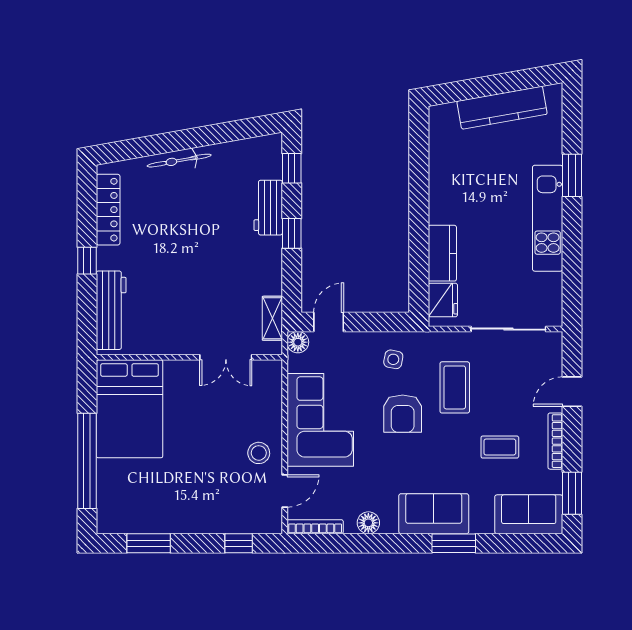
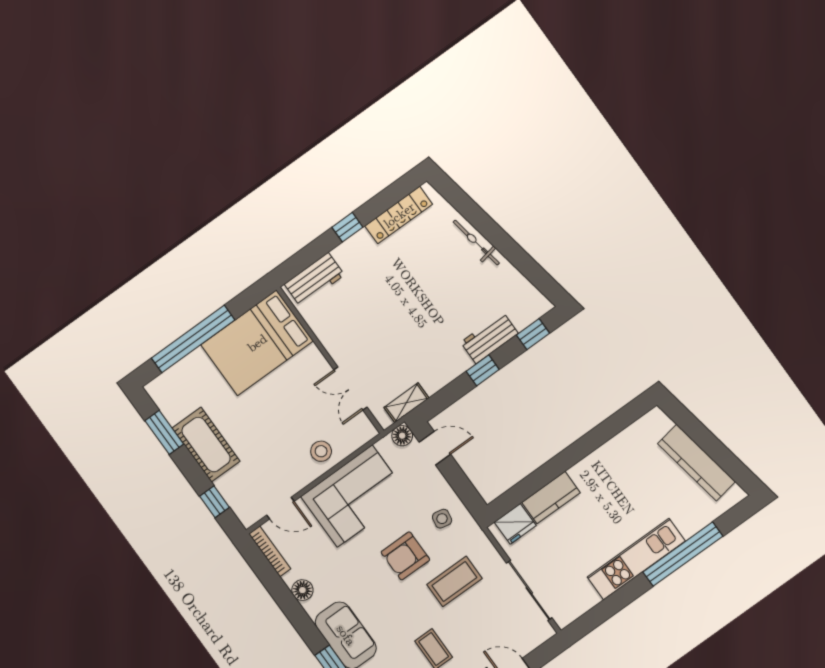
window: (572, 175) -> (683, 554), width x2.11
workbench: (111, 310) -> (314, 280), width x0.73
stool: (259, 453) -> (321, 451), moved
cot: (185, 515) -> (206, 445), added

